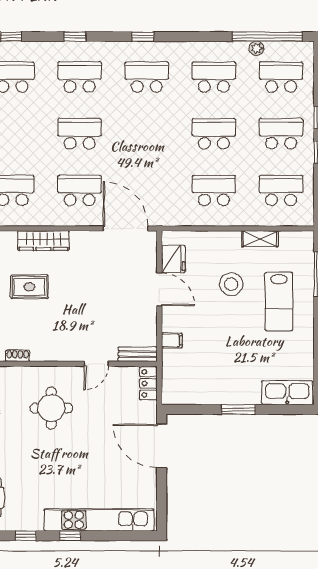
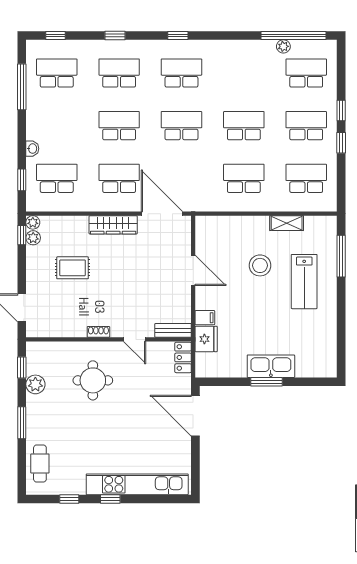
school desk: (214, 77) -> (181, 126), moved
wardrobe: (43, 241) -> (113, 225), moved
fridge: (173, 259) -> (206, 339), moved
shoe rack: (18, 356) -> (98, 332), moved
door: (96, 364) -> (135, 339), hinge flipped
kitchen sink: (287, 393) -> (271, 366), moved

